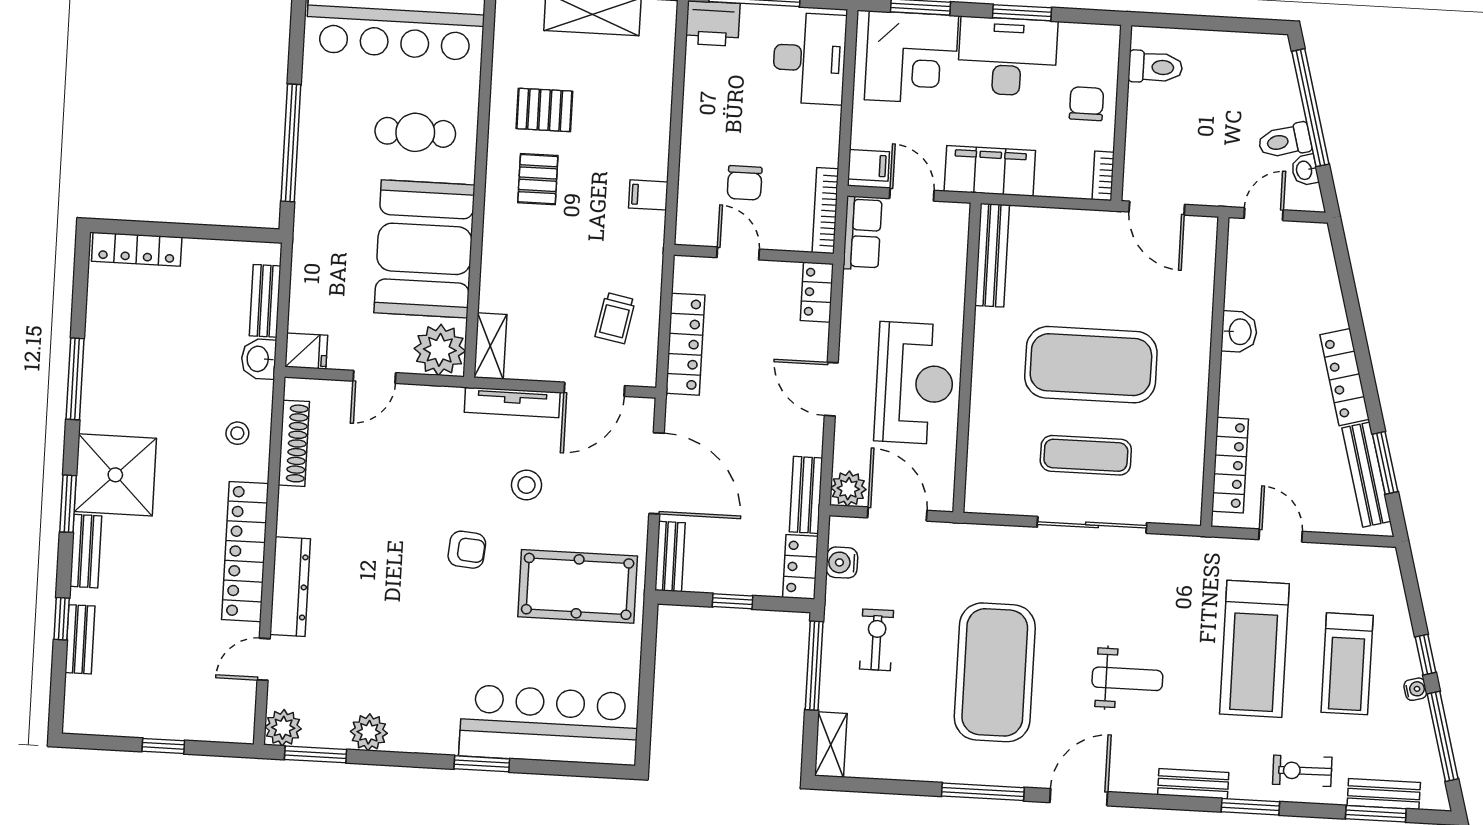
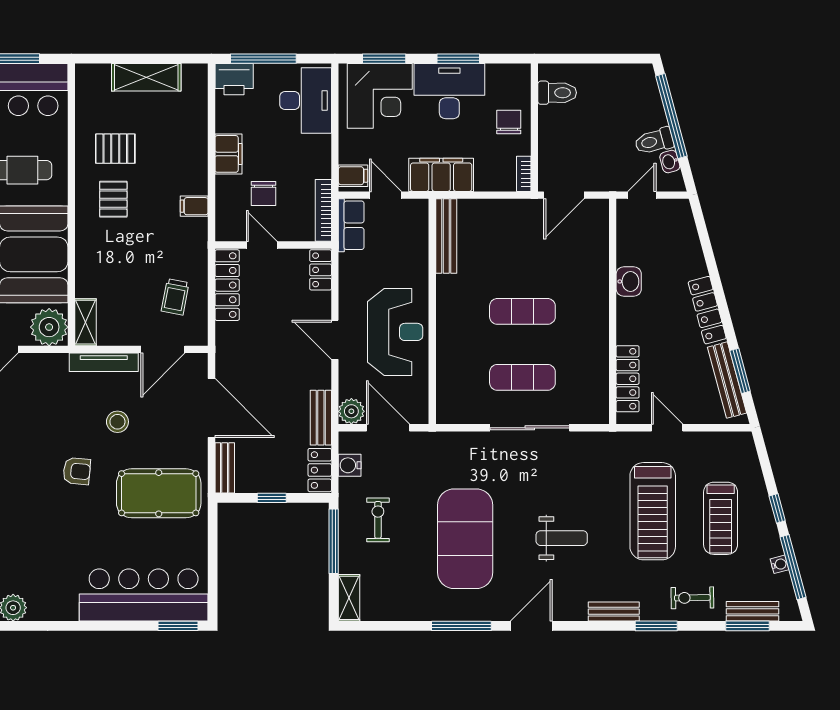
filing cabinet: (699, 126) -> (228, 154), added
door: (1157, 208) -> (564, 195), hinge flipped
locker: (685, 344) -> (227, 285), moved
exercise mat: (1091, 365) -> (522, 311), width x0.50, depth x0.69
water cooler: (1415, 689) -> (779, 564), moved
window: (482, 764) -> (178, 626), moved

